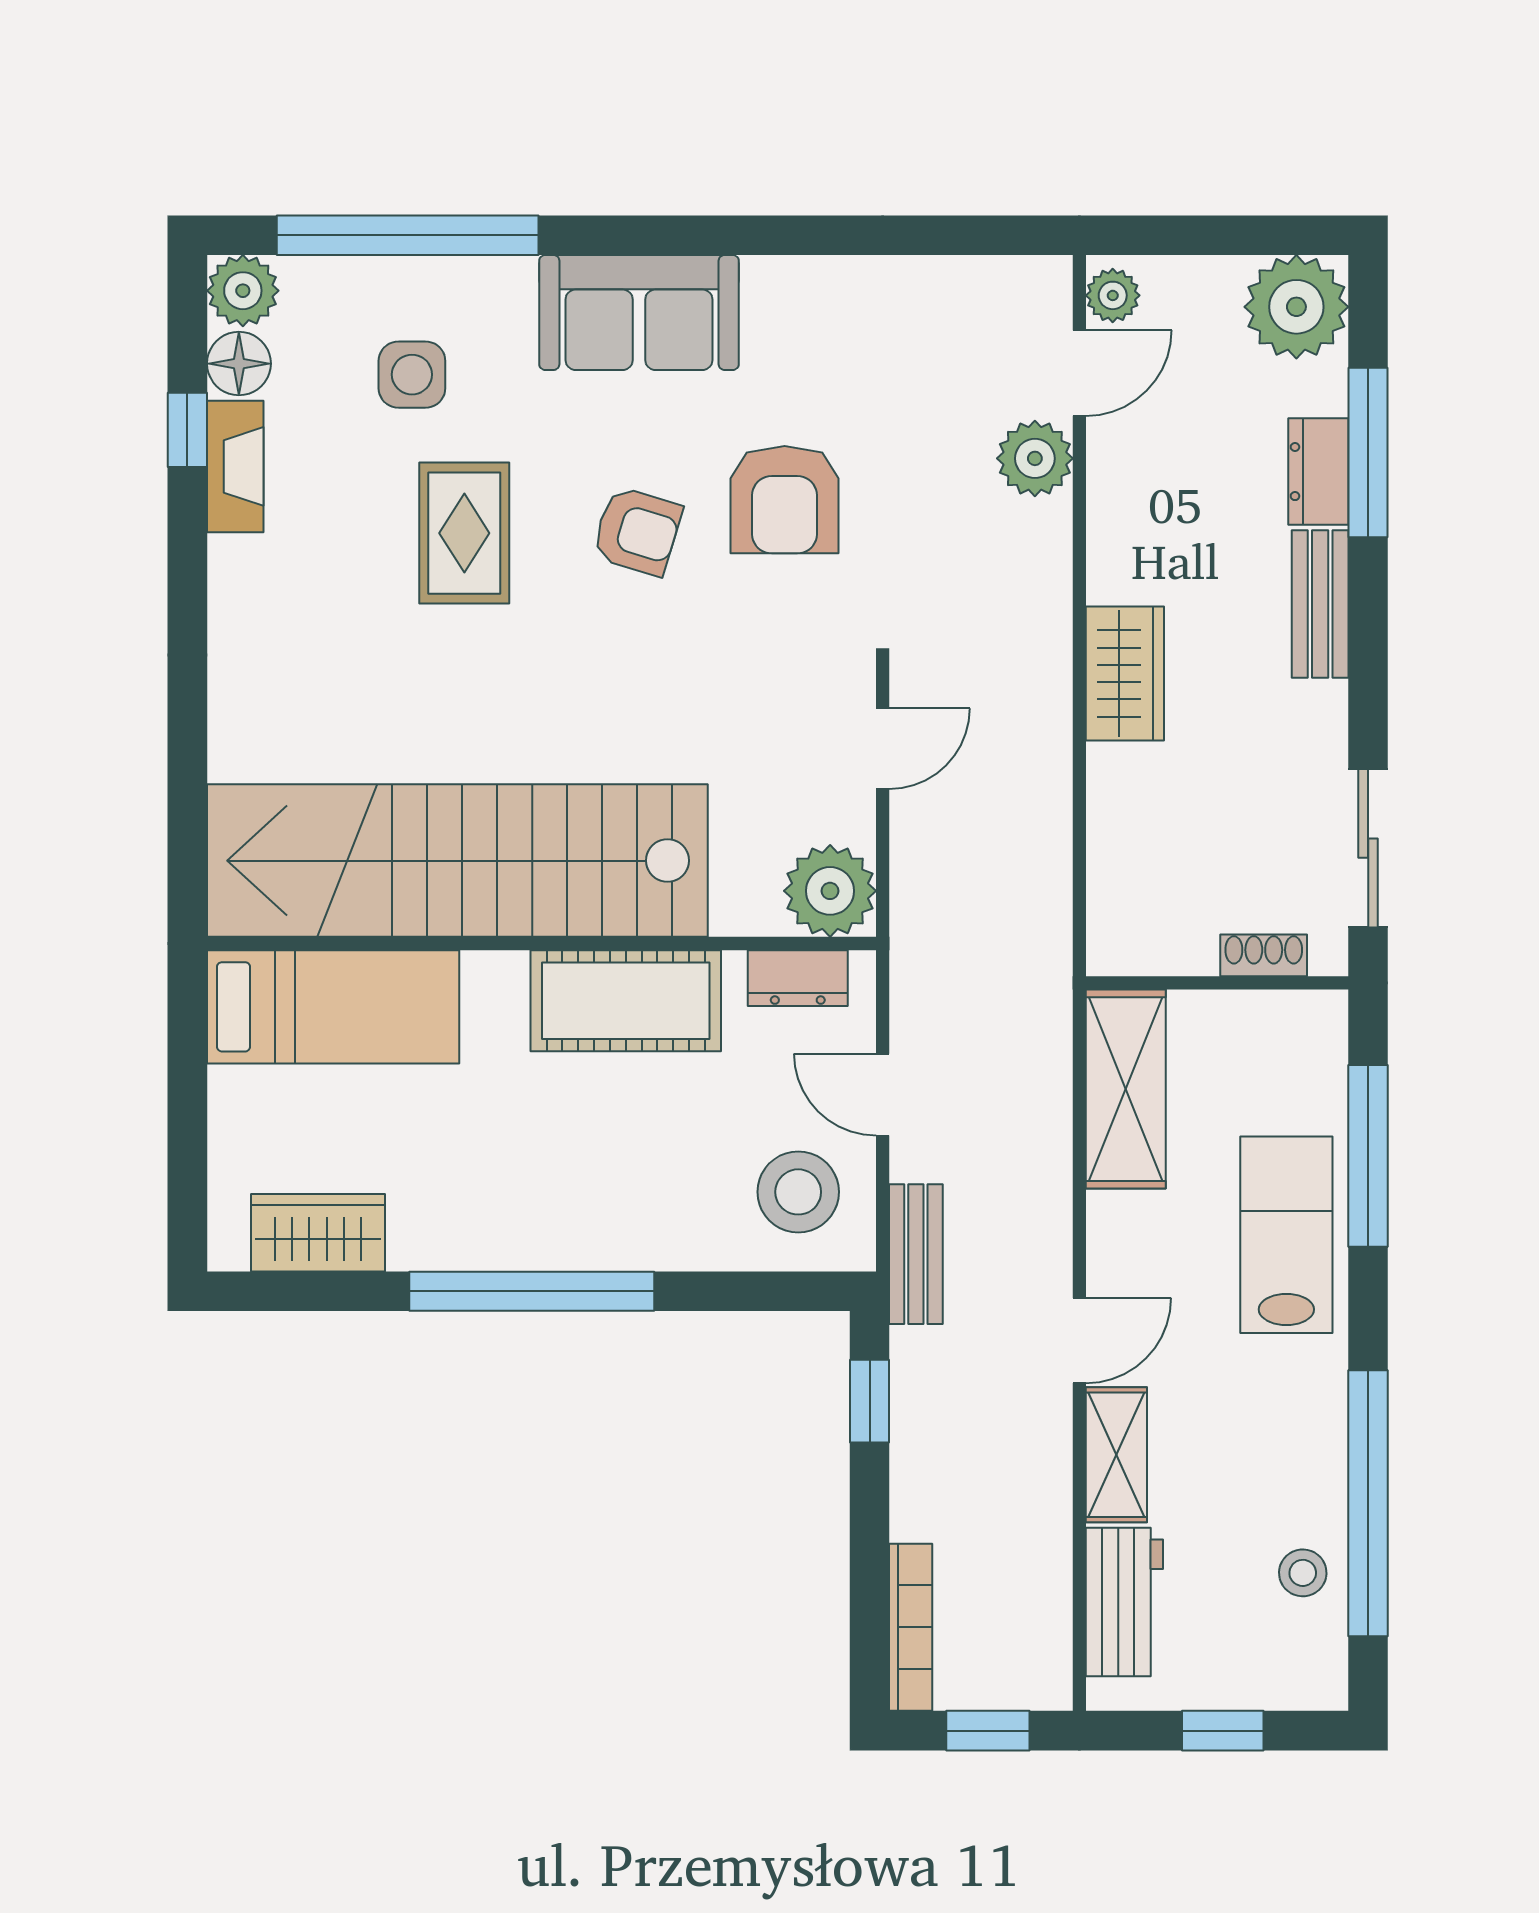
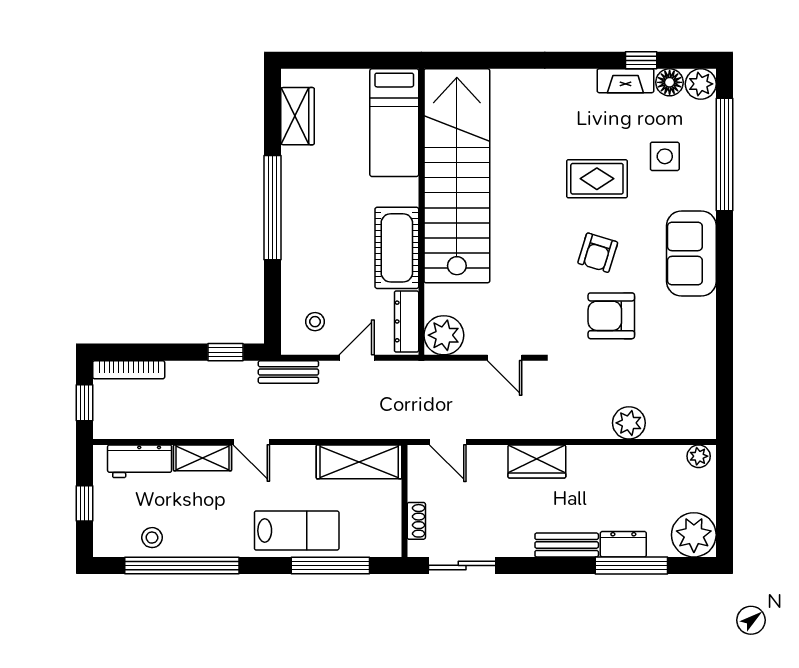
door: (1079, 373) -> (448, 442), moved
dresser: (798, 978) -> (407, 321), width x1.44
stool: (798, 1192) -> (315, 322), width x0.53, depth x0.53

